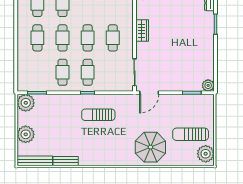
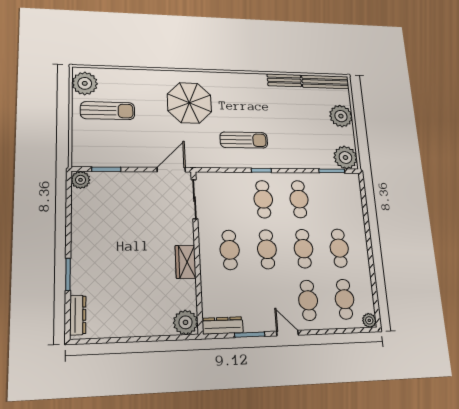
parasol: (150, 147) -> (189, 103), moved

